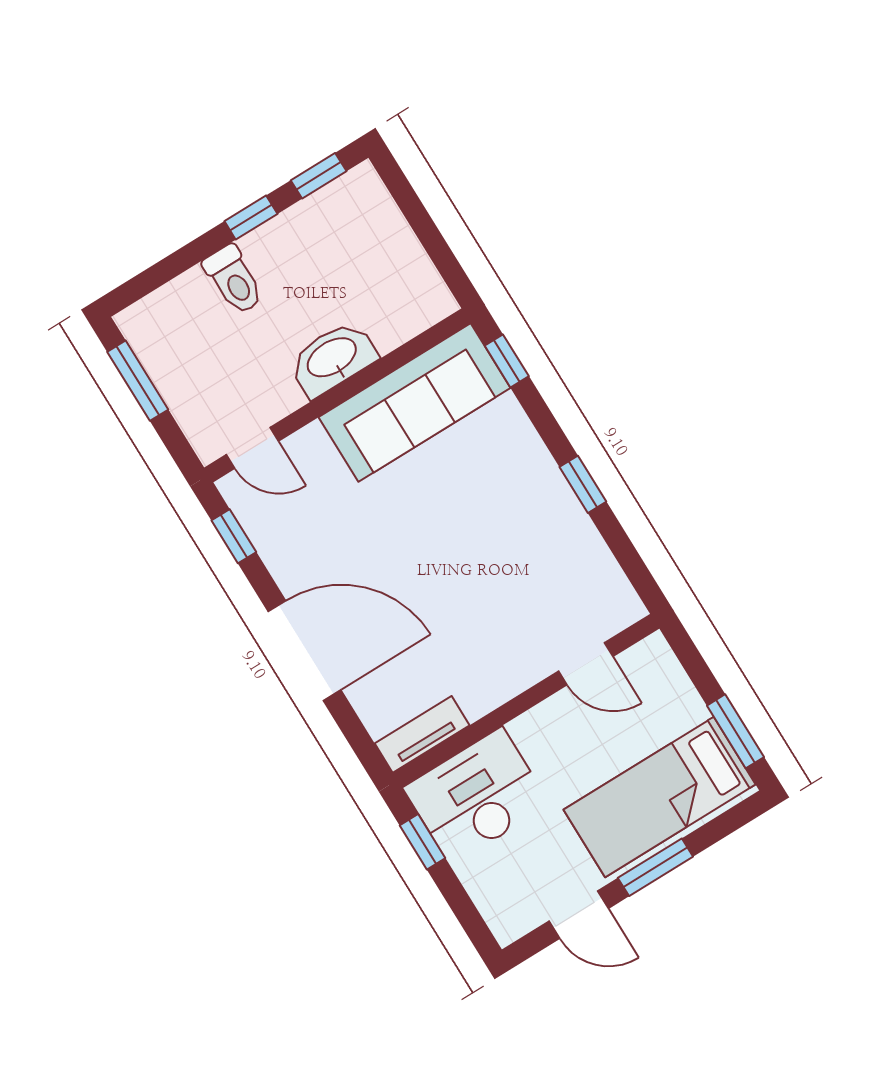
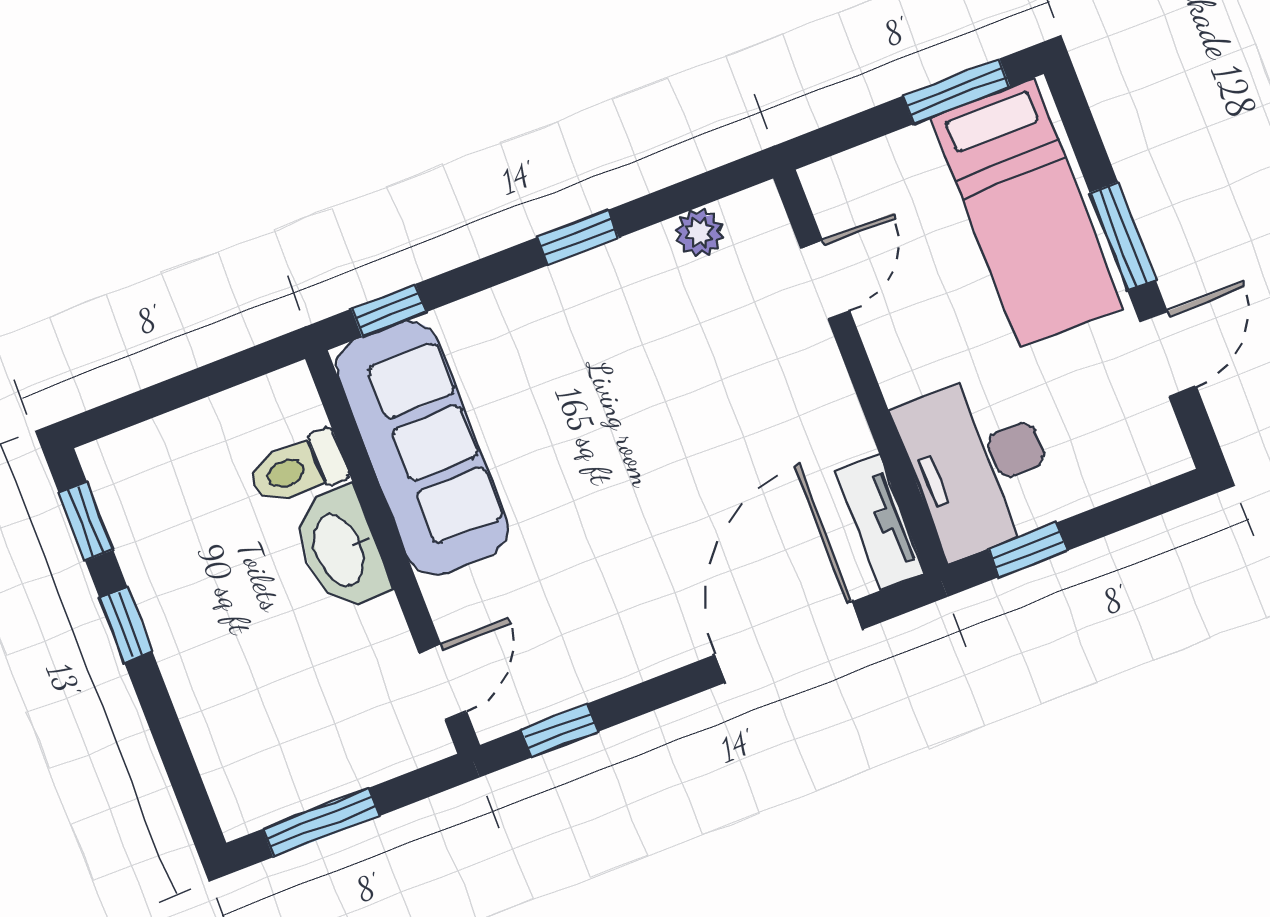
toilet: (234, 280) -> (298, 468), moved, turned 180
plant: (602, 569) -> (699, 233), added
door: (304, 651) -> (789, 642), moved

